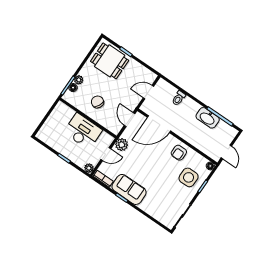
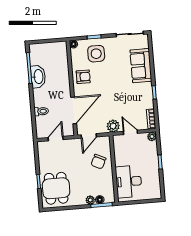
door: (148, 92) -> (56, 139), swing flipped
chair: (97, 102) -> (98, 162), moved
door: (159, 124) -> (74, 110), hinge flipped
desk: (83, 131) -> (129, 181), moved
door: (226, 152) -> (53, 40), removed
sofa: (129, 189) -> (141, 66), moved

